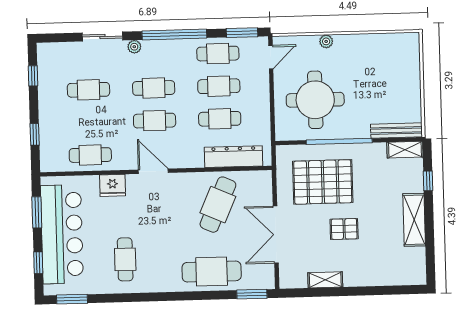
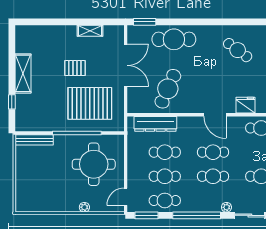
shelving: (405, 150) -> (28, 125), removed
cafe table: (125, 259) -> (238, 50), turned -54

